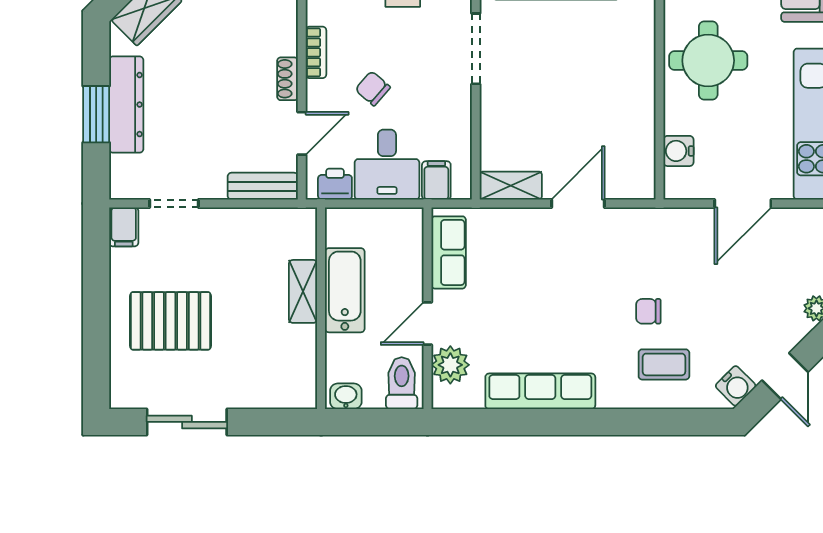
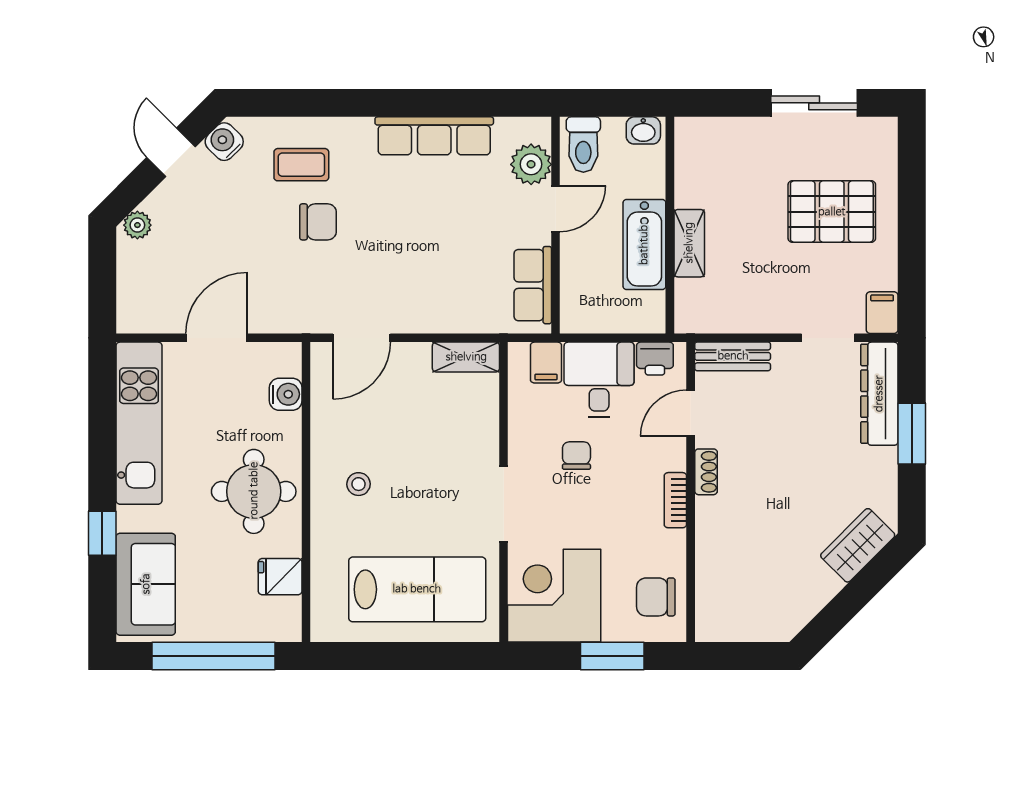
stool: (611, 67) -> (359, 484), added
chair: (373, 88) -> (576, 456), moved, turned -131
dresser: (126, 105) -> (879, 394), moved
door: (578, 203) -> (362, 338), moved
chair: (648, 311) -> (318, 222), width x1.37, depth x1.37

